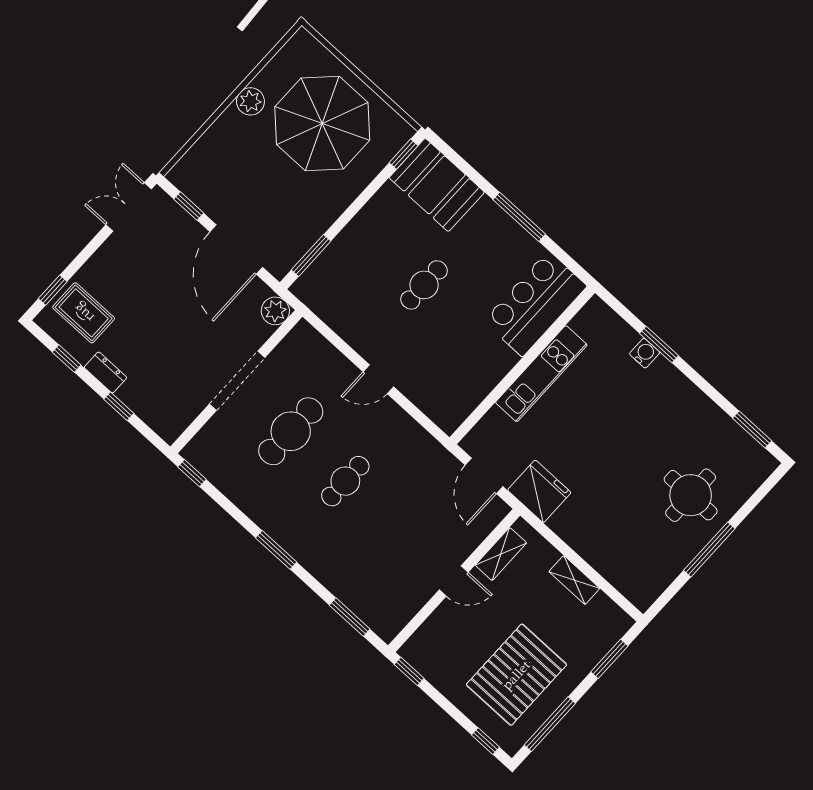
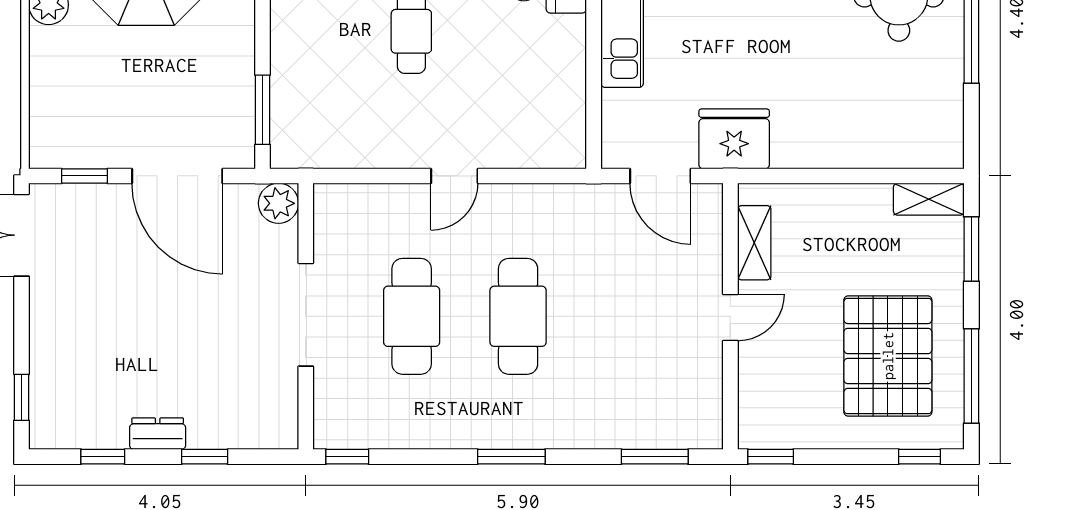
rug: (84, 313) -> (76, 392), removed
cafe table: (345, 481) -> (518, 316), width x1.37, depth x1.35
shelving: (574, 580) -> (929, 199), moved

